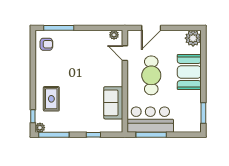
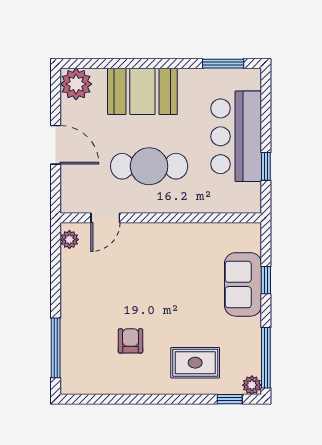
door: (151, 28) -> (56, 145), moved
armchair: (46, 44) -> (131, 341), moved
sofa: (113, 103) -> (243, 284), moved, turned 90
bar counter: (150, 120) -> (236, 136), moved
window: (151, 135) -> (266, 166), width x0.46

